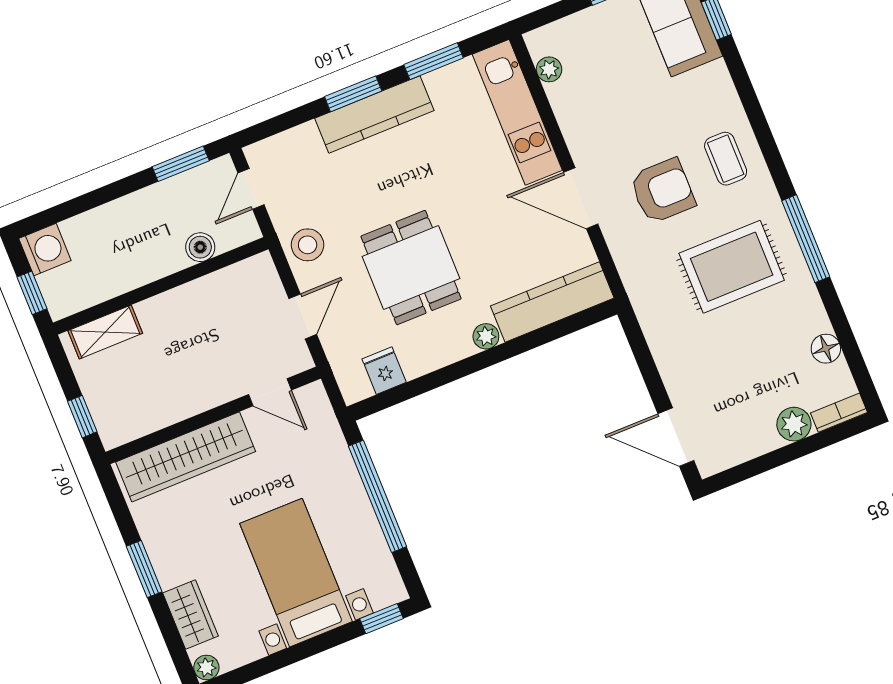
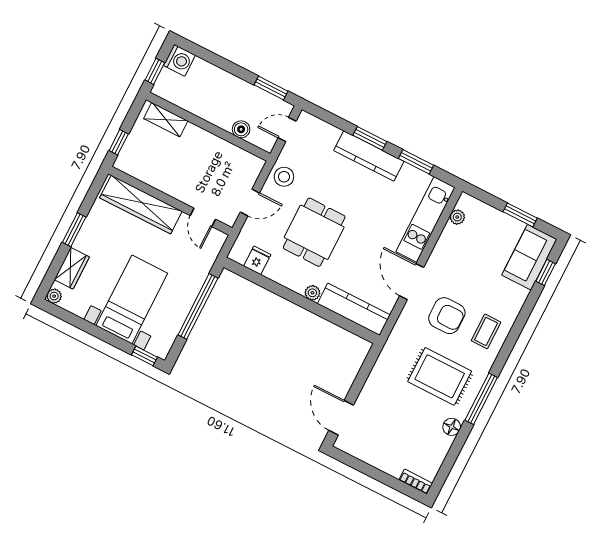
floor lamp: (826, 349) -> (452, 427), moved
plant: (794, 424) -> (393, 466), removed

